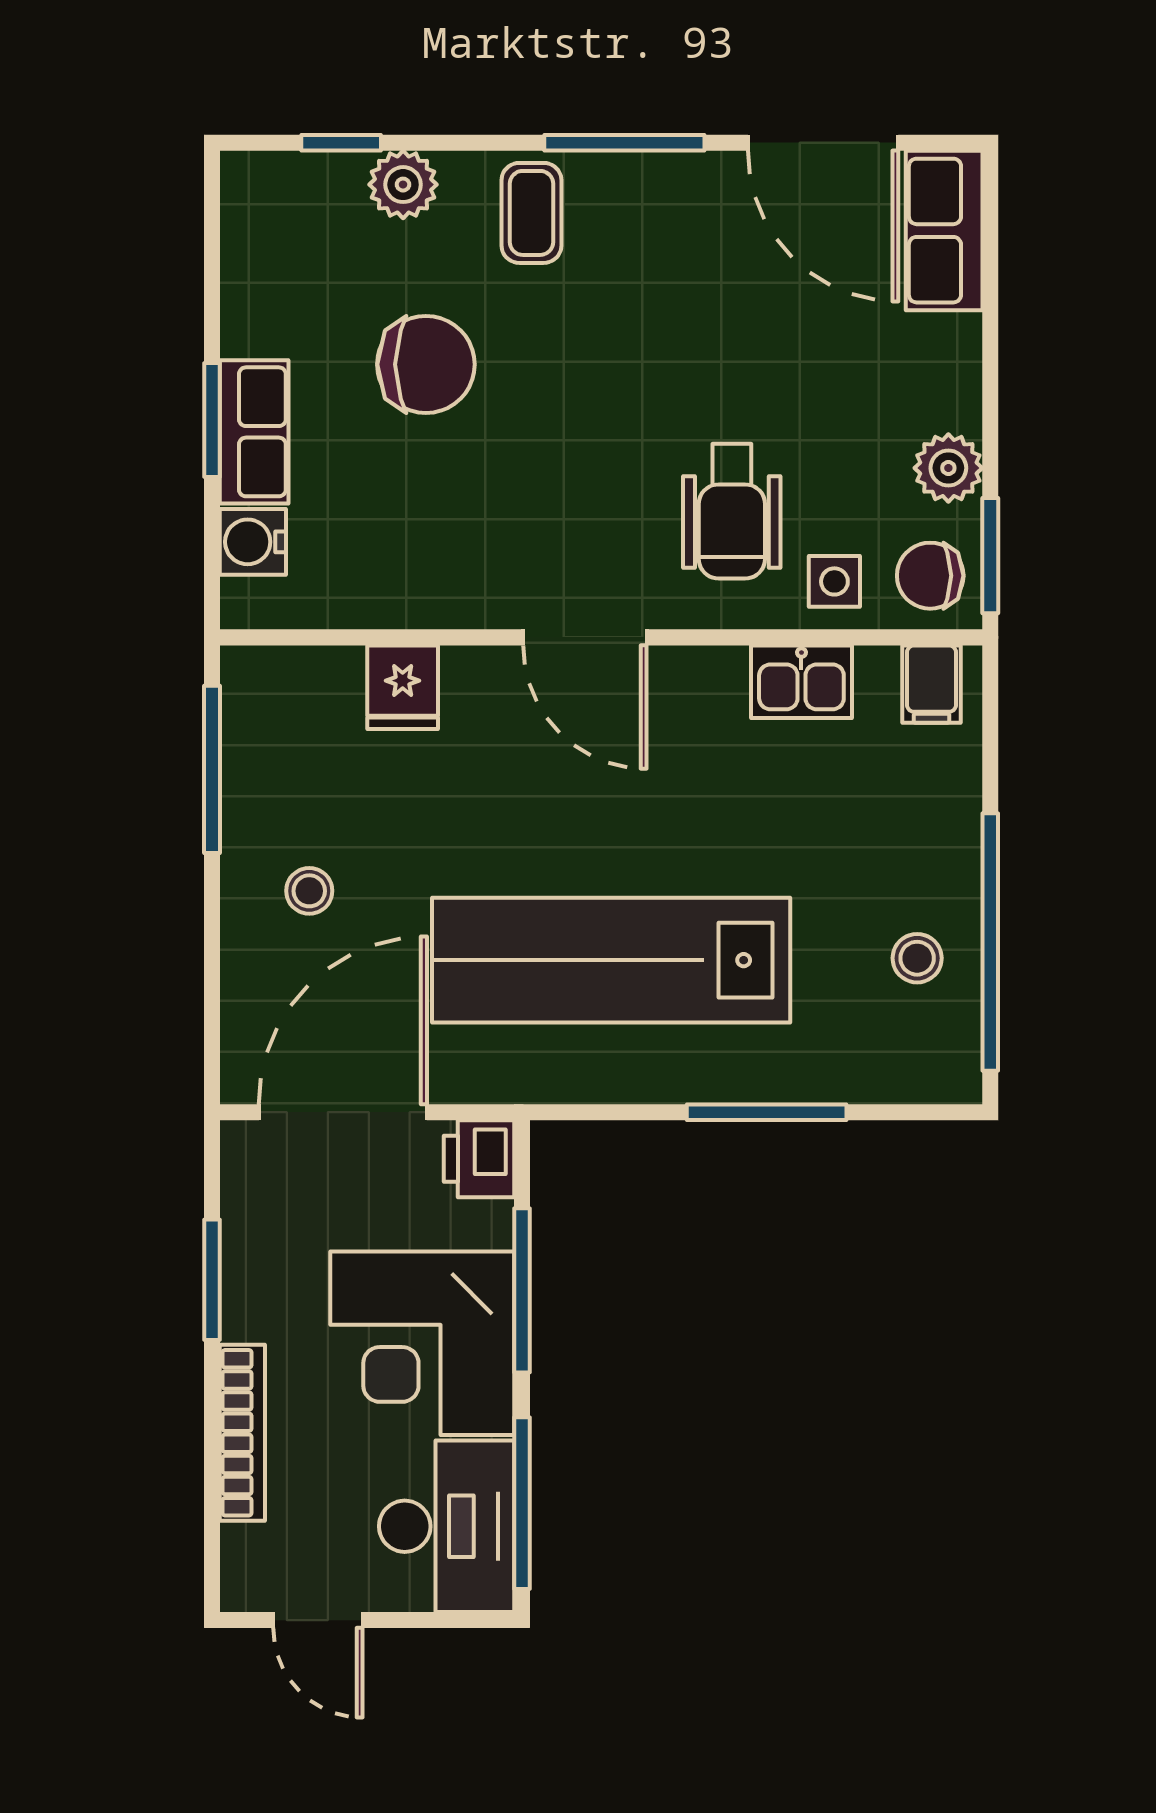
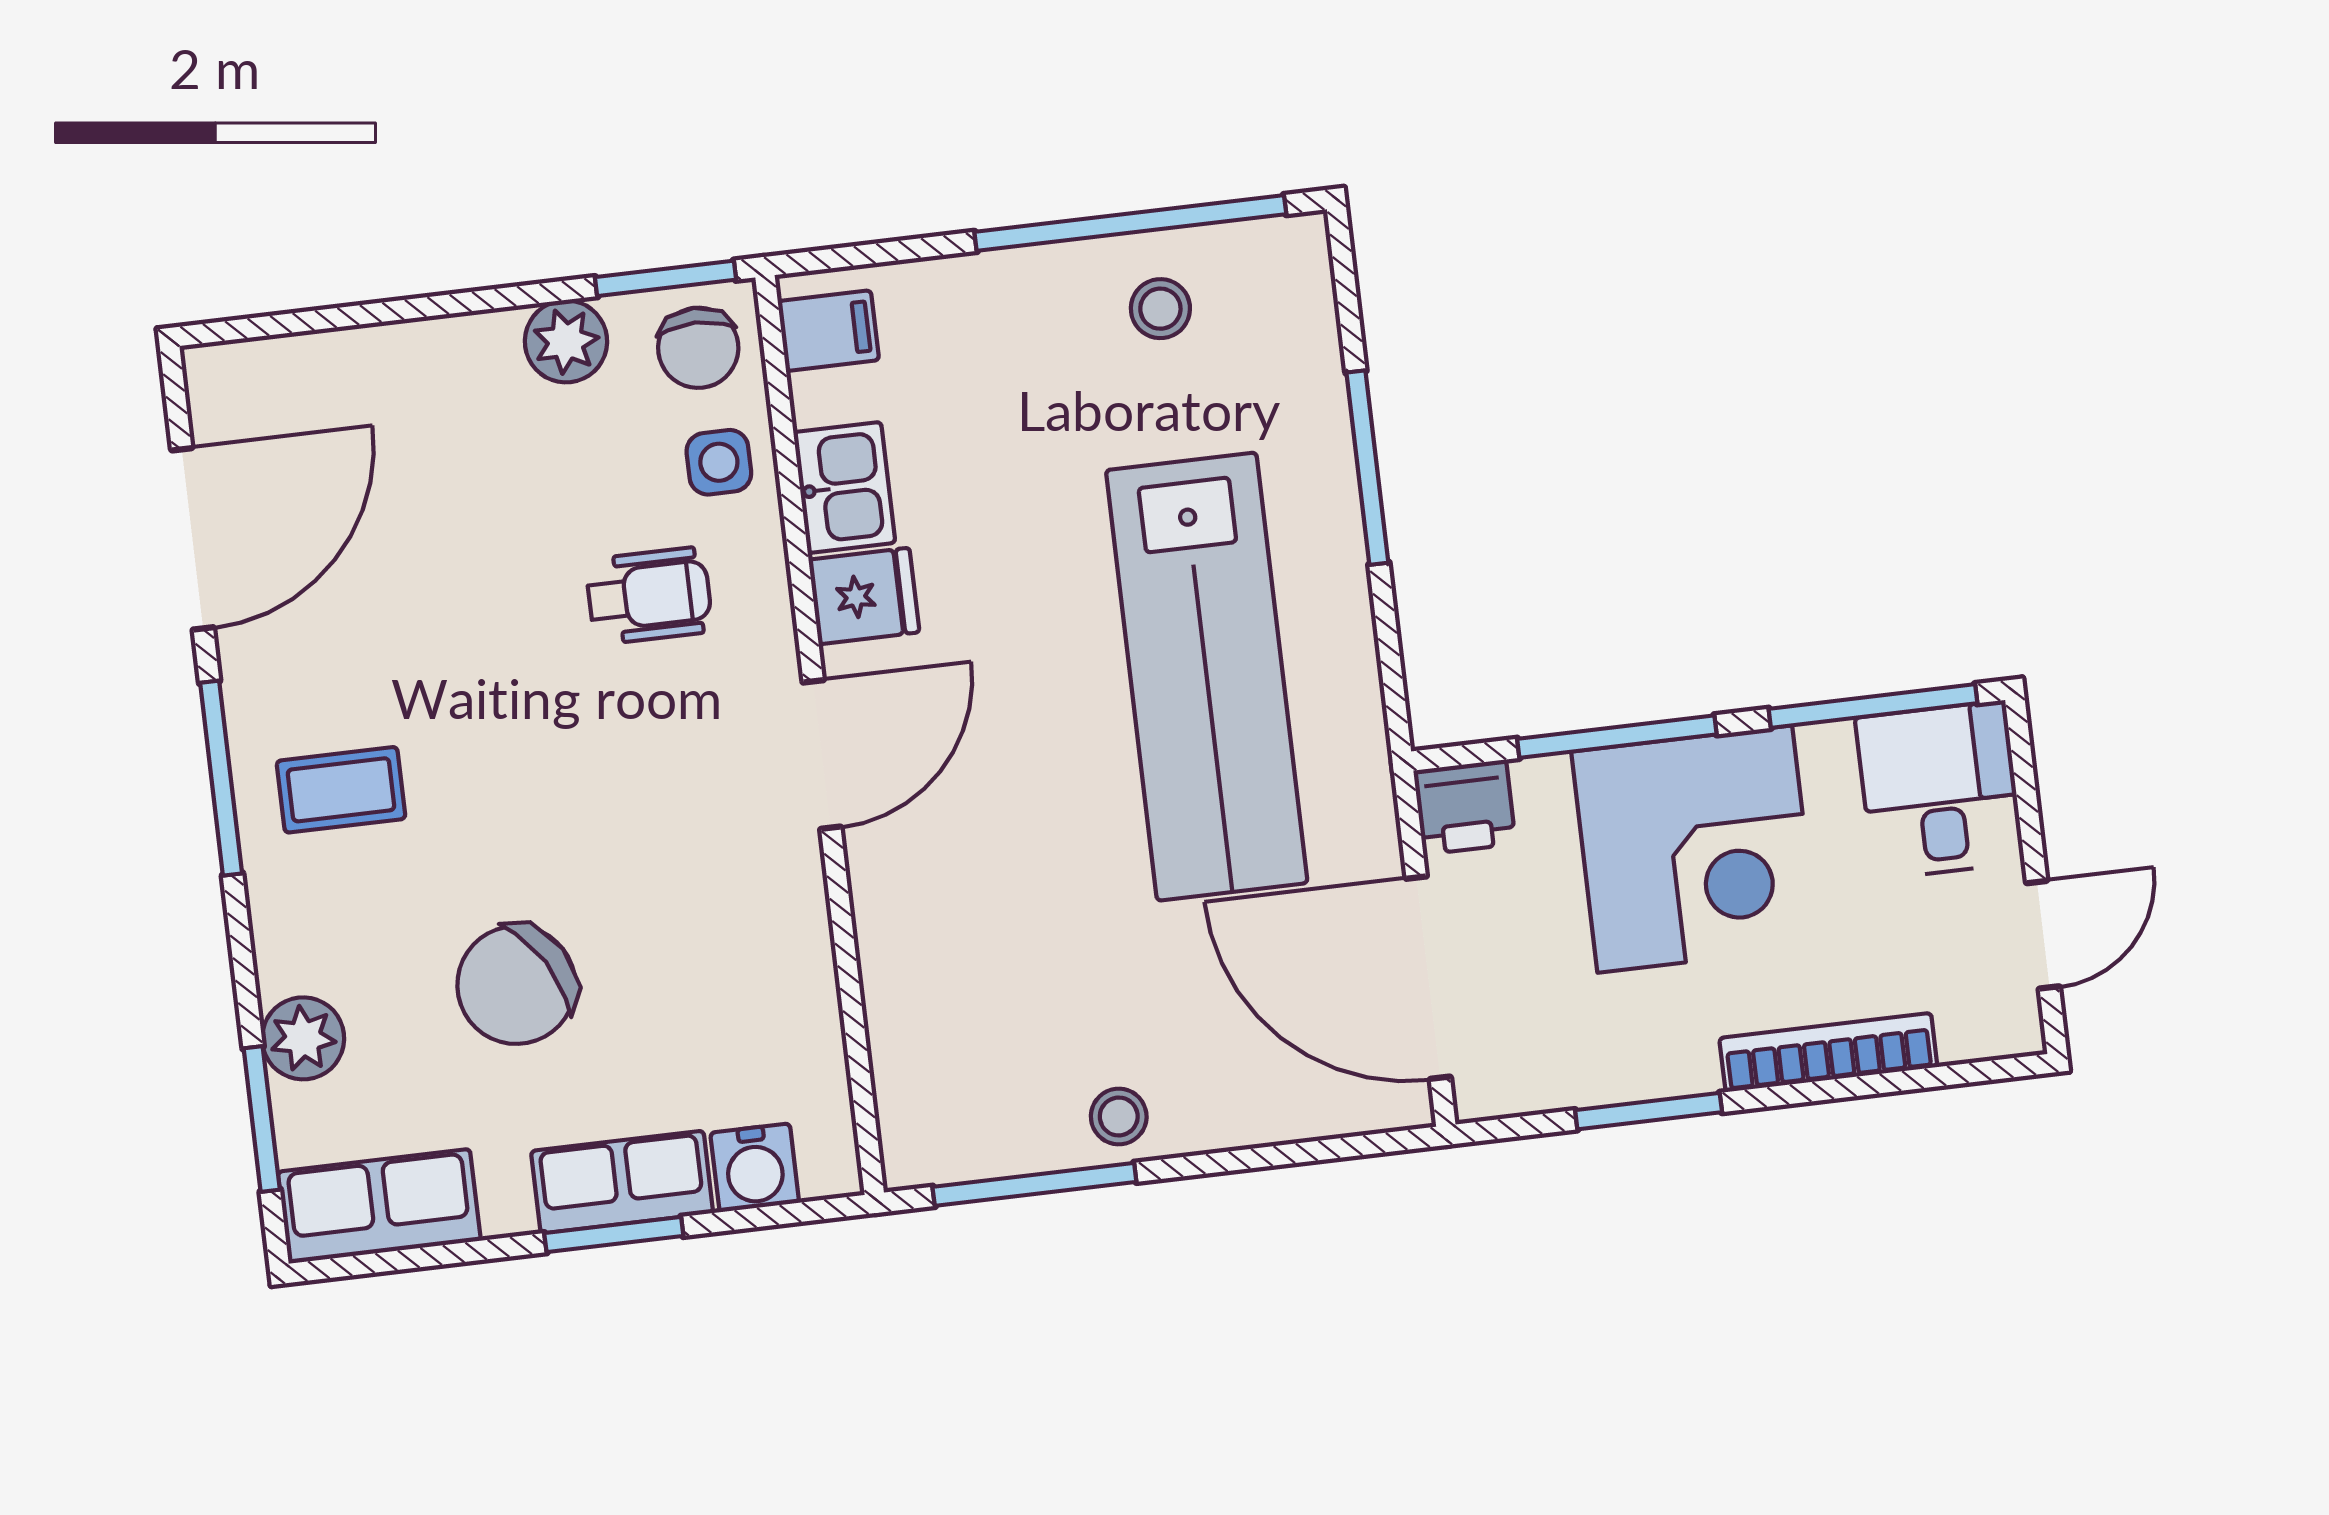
window: (341, 143) -> (262, 1119), width x1.50
coffee table: (531, 213) -> (341, 790), moved
row of seats: (944, 231) -> (379, 1206), moved, turned 180
chair: (426, 364) -> (516, 985), turned -121
wheelchair: (732, 511) -> (649, 596), width x0.73, depth x0.73
fridge: (403, 687) -> (864, 596), moved
stool: (309, 891) -> (1119, 1117), moved
desk: (447, 1526) -> (1940, 790), width x0.73

